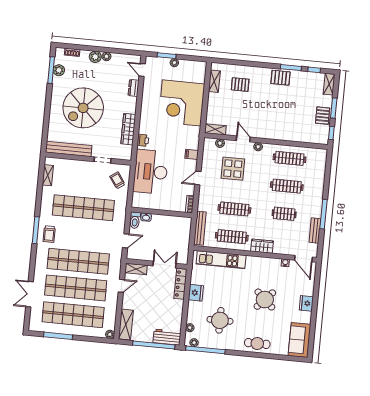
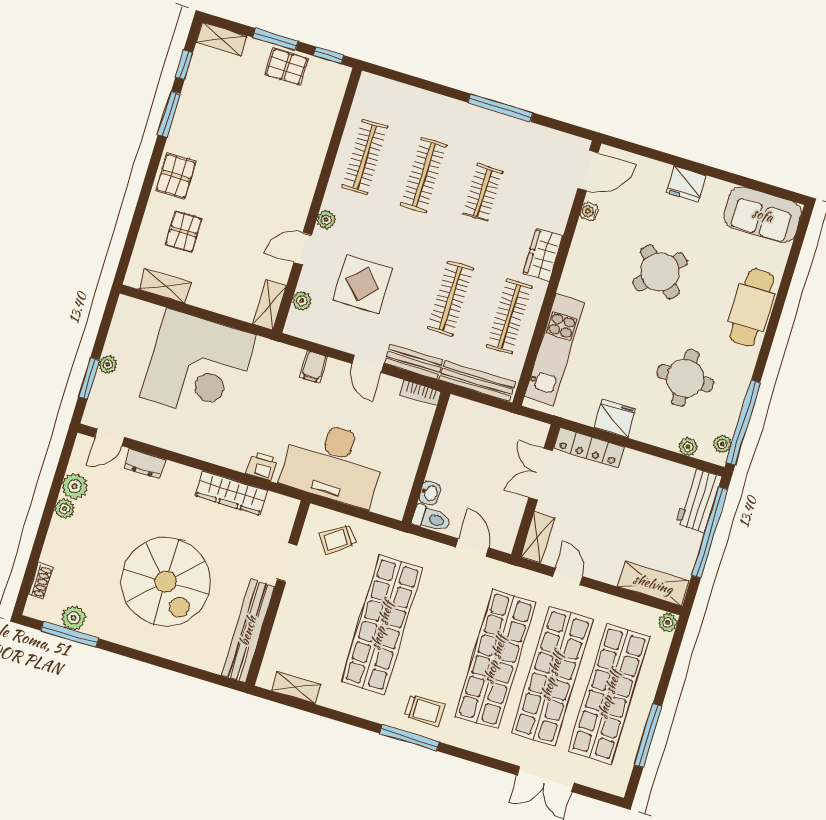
plant: (95, 57) -> (75, 486), moved
pallet: (280, 78) -> (176, 176), moved
bench: (315, 230) -> (414, 362), moved
cafe table: (257, 343) -> (752, 308), width x1.37, depth x1.35

